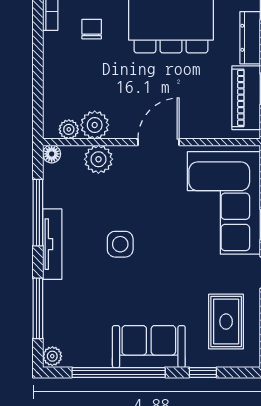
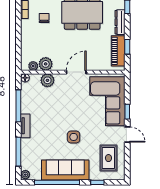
tv unit: (52, 244) -> (25, 126), width x0.71
side table: (120, 244) -> (74, 137), moved
sofa: (149, 347) -> (65, 170), width x1.36

